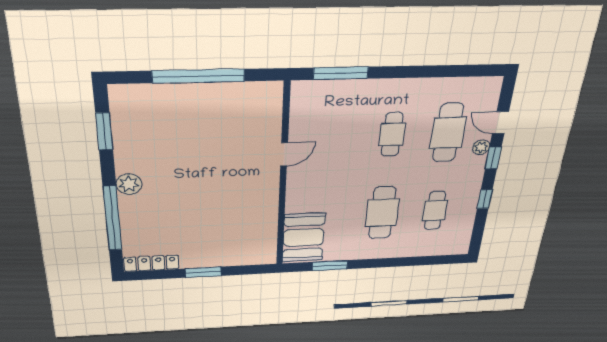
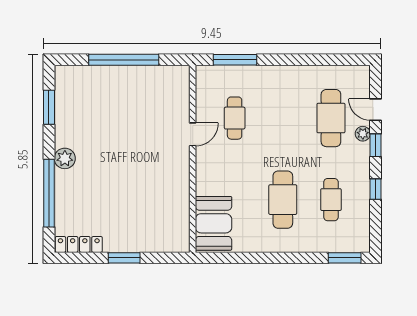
cafe table: (392, 134) -> (235, 118), moved
window: (330, 266) -> (345, 258), moved

